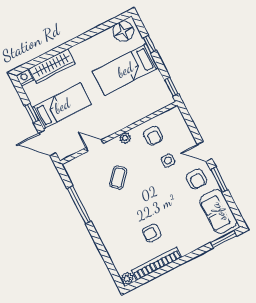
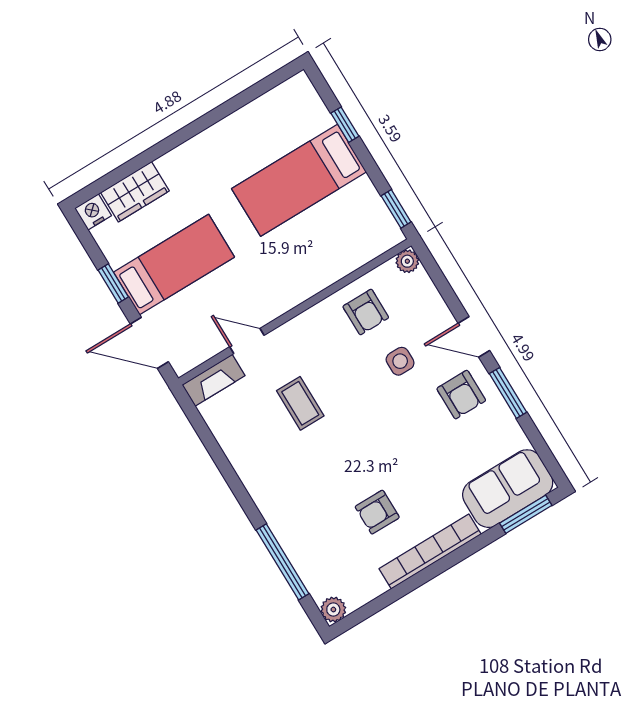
floor lamp: (123, 31) -> (289, 102), removed
wardrobe: (52, 66) -> (135, 192), width x0.67
plant: (125, 138) -> (407, 261), moved
fireplace: (77, 163) -> (214, 380), added
coffee table: (118, 178) -> (300, 403), turned -42
window: (79, 205) -> (283, 562), moved
sofa: (218, 212) -> (508, 489), moved, turned 90
bookcase: (156, 264) -> (430, 552), moved

